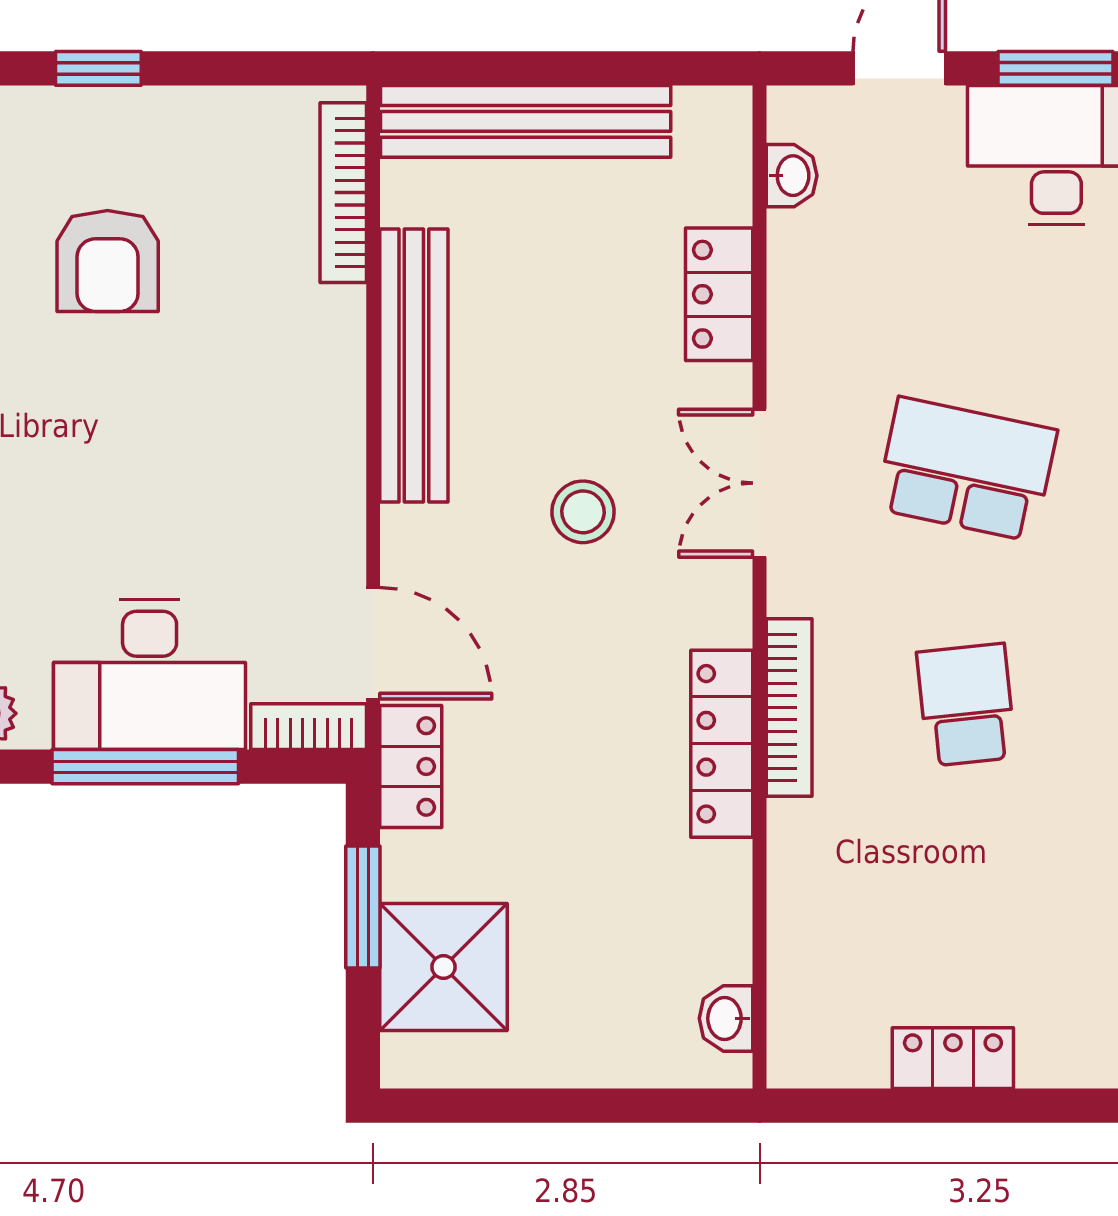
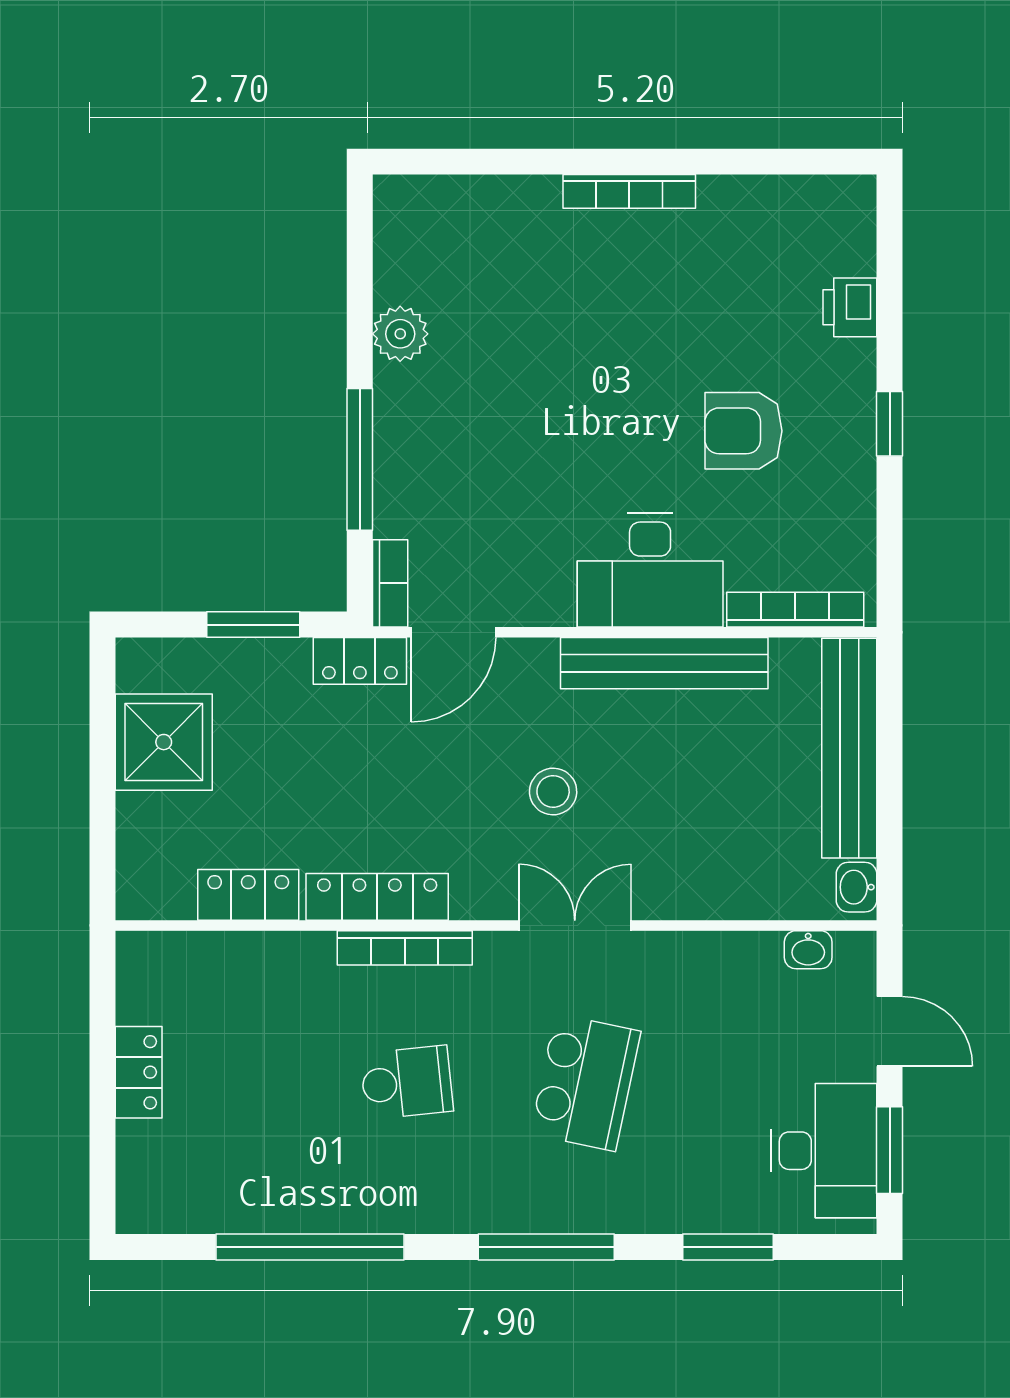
locker: (719, 294) -> (248, 895), moved
desk: (150, 674) -> (650, 570), moved, turned -90
shower: (444, 967) -> (164, 742), moved
washbasin: (726, 1018) -> (857, 887), moved, turned -90

